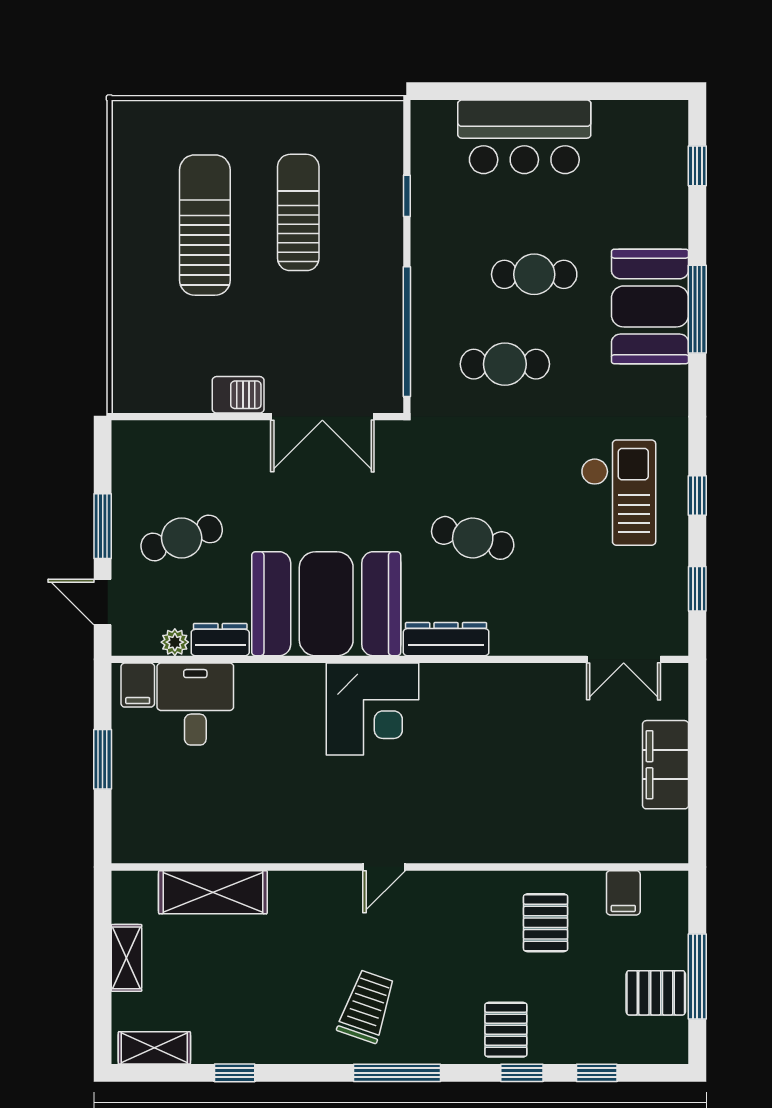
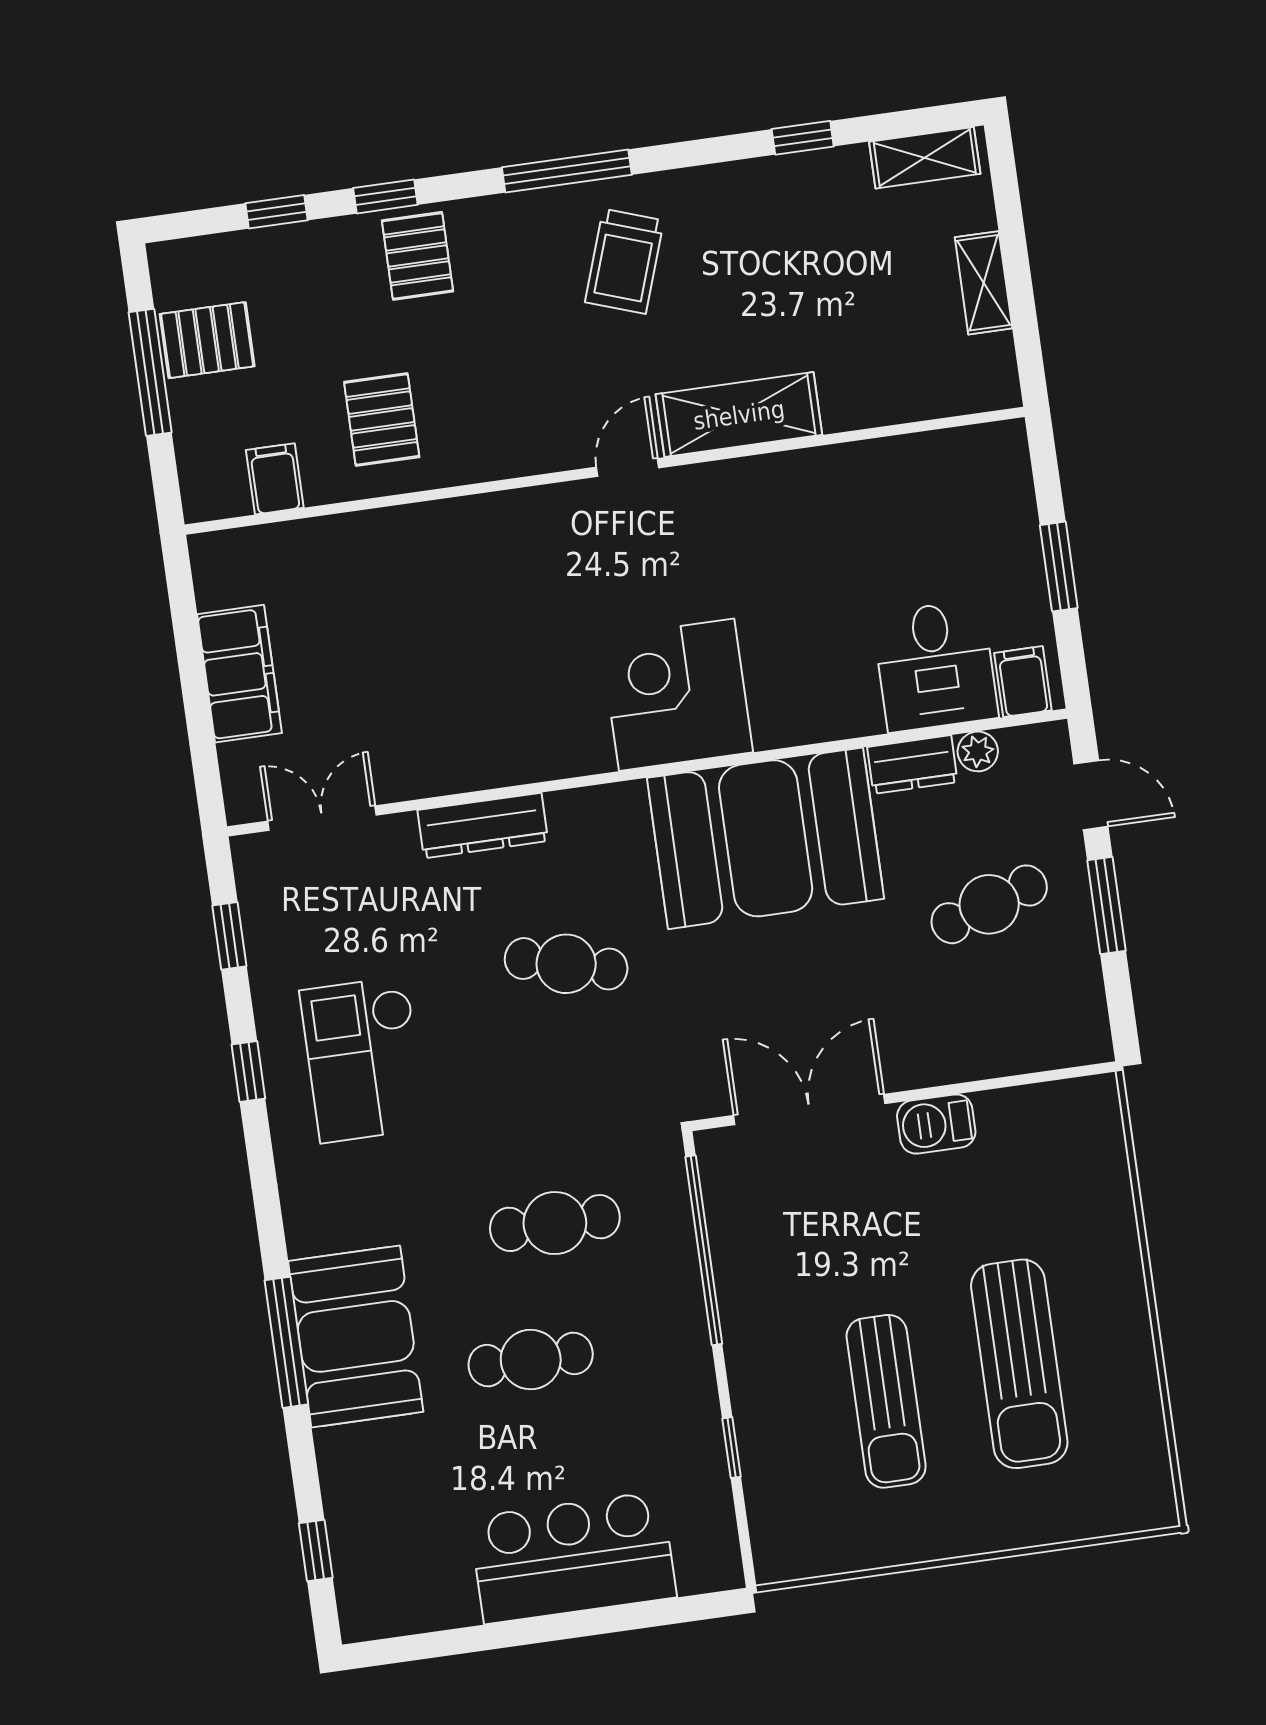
dresser: (446, 639) -> (483, 826), moved
shelving: (213, 892) -> (739, 415), moved

